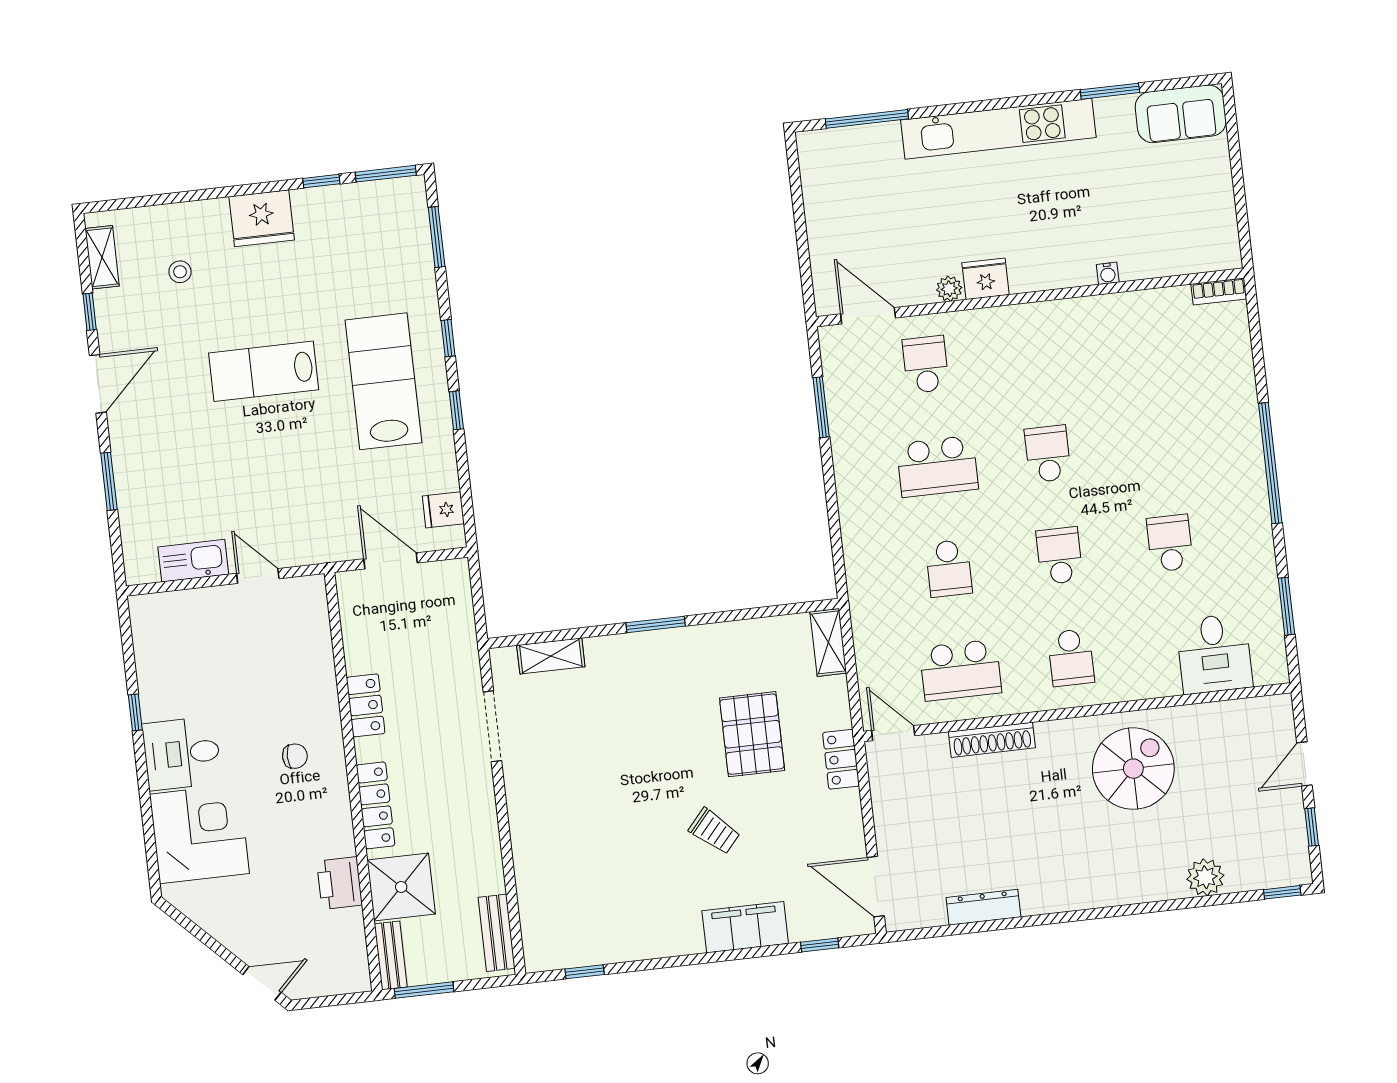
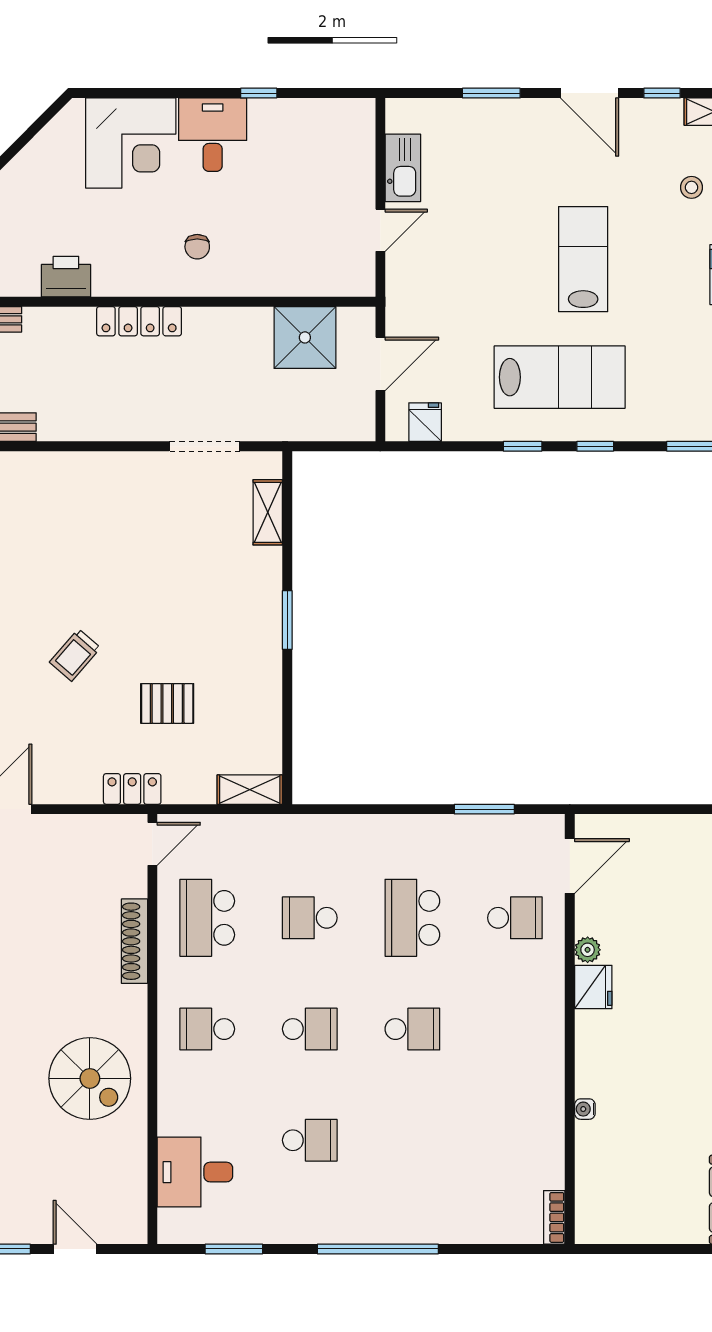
locker: (366, 705) -> (240, 323), removed
pallet: (752, 734) -> (167, 703), width x0.67, depth x0.71
shower: (401, 887) -> (305, 337), moved

